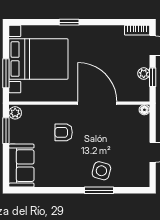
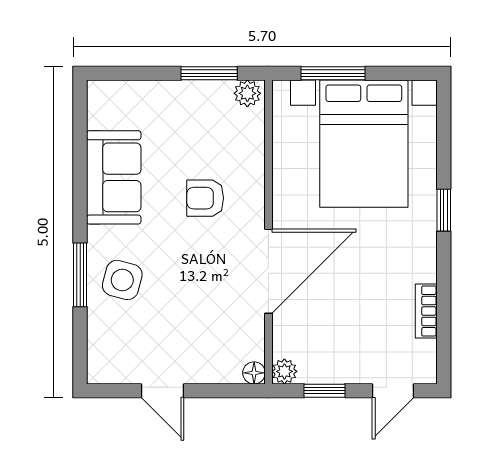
bookcase: (137, 30) -> (426, 311), moved
plant: (144, 73) -> (284, 371), moved
armchair: (64, 132) -> (205, 198), turned -90
sofa: (21, 166) -> (114, 177), moved, turned -90

